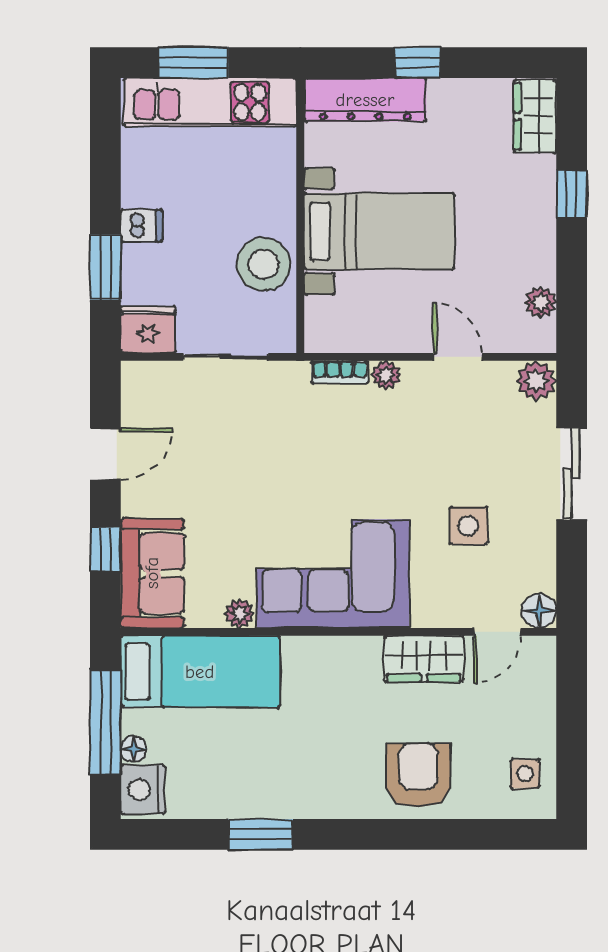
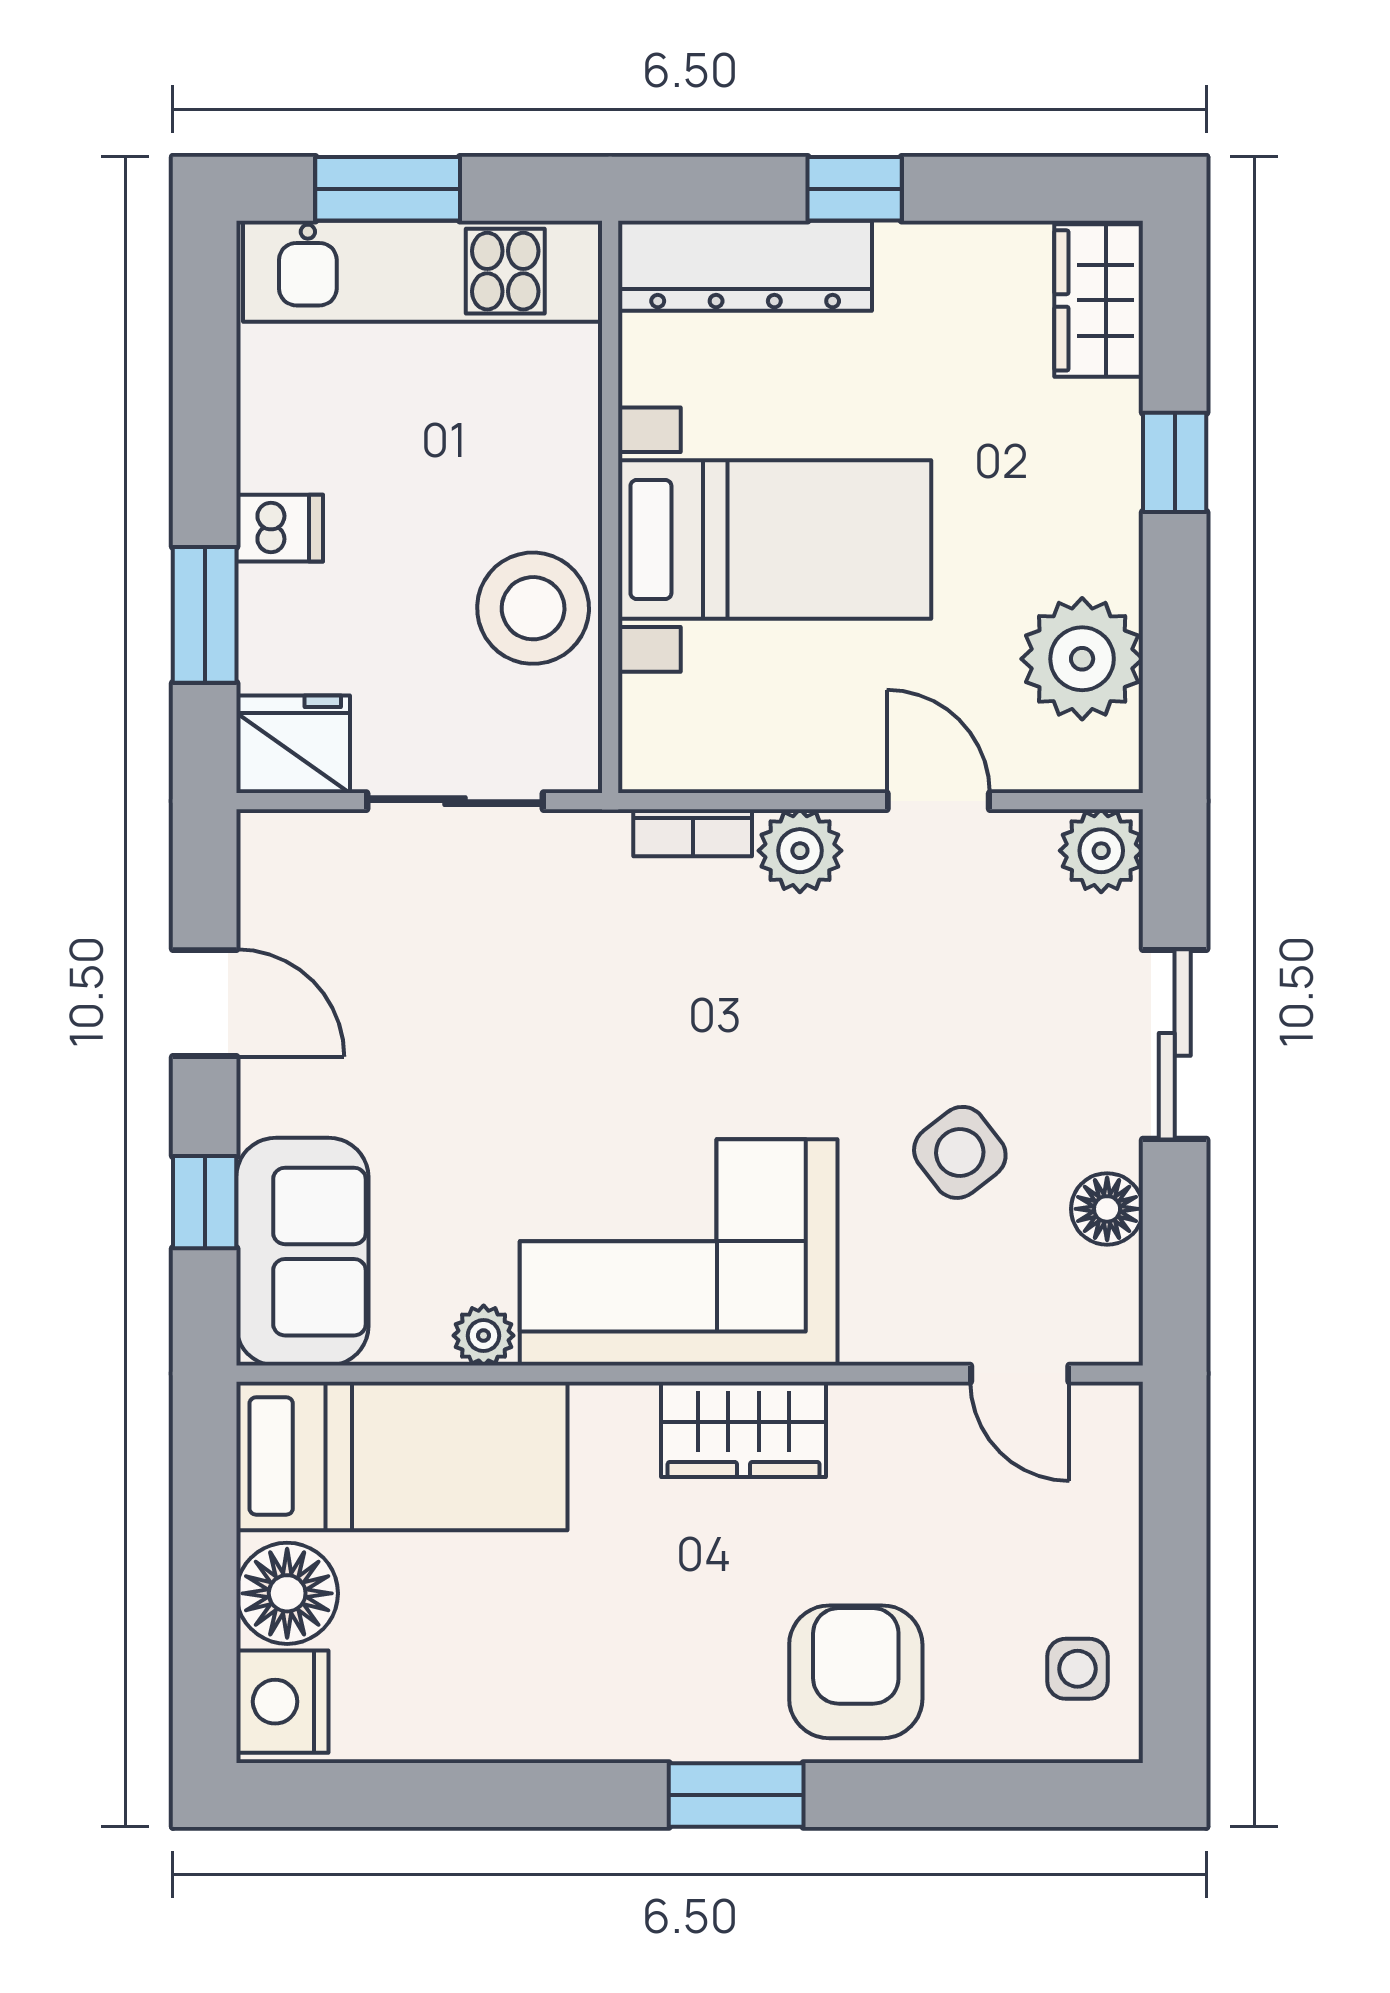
plant: (541, 302) -> (1082, 659), width x1.88, depth x1.88
plant: (386, 375) -> (800, 851), width x1.38, depth x1.38
door: (105, 454) -> (205, 1003), hinge flipped
side table: (468, 526) -> (960, 1152), turned -38
floor lamp: (539, 611) -> (1107, 1209), moved
door: (497, 632) -> (1020, 1374), hinge flipped
wardrobe: (424, 659) -> (744, 1429), moved
window: (105, 722) -> (205, 1561), removed
floor lamp: (134, 749) -> (287, 1593), width x1.89, depth x1.89
window: (261, 834) -> (736, 1795), moved

